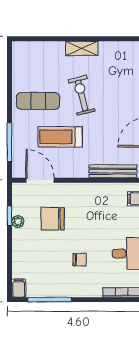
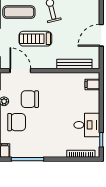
chair: (80, 260) -> (17, 122), moved, width x1.87, depth x1.87

